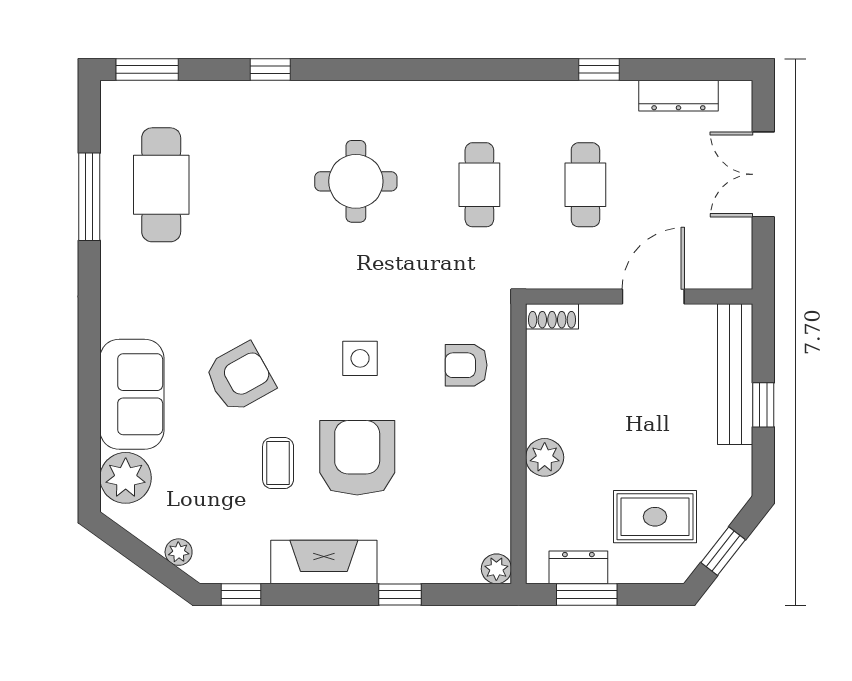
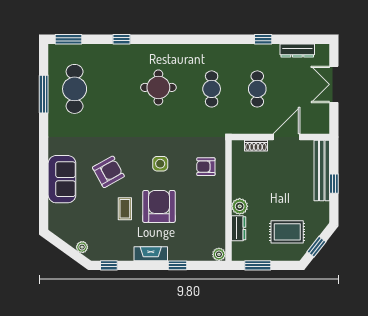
shoe rack: (552, 316) -> (256, 146), moved
plant: (126, 478) -> (59, 215), removed
fireplace: (324, 562) -> (151, 254), width x0.73, depth x0.76
dresser: (578, 567) -> (239, 228), moved, turned 90

